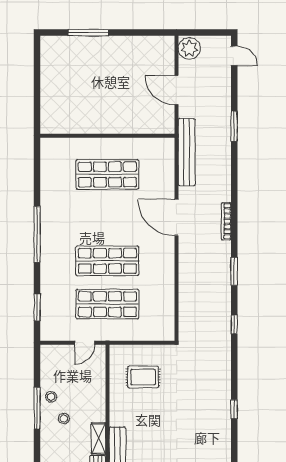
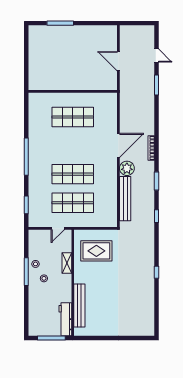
plant: (189, 48) -> (127, 168), moved
door: (234, 56) -> (157, 56), moved
bench: (187, 152) -> (125, 199), moved
door: (176, 217) -> (118, 145), swing flipped
rug: (143, 377) -> (96, 251), width x1.36, depth x1.43
shelving: (98, 438) -> (67, 263), moved

